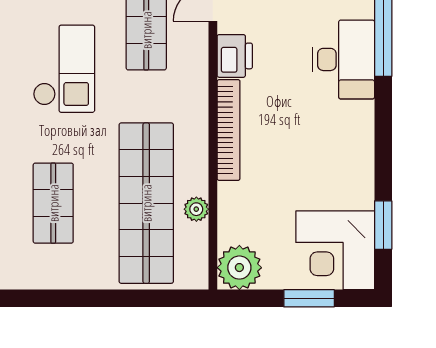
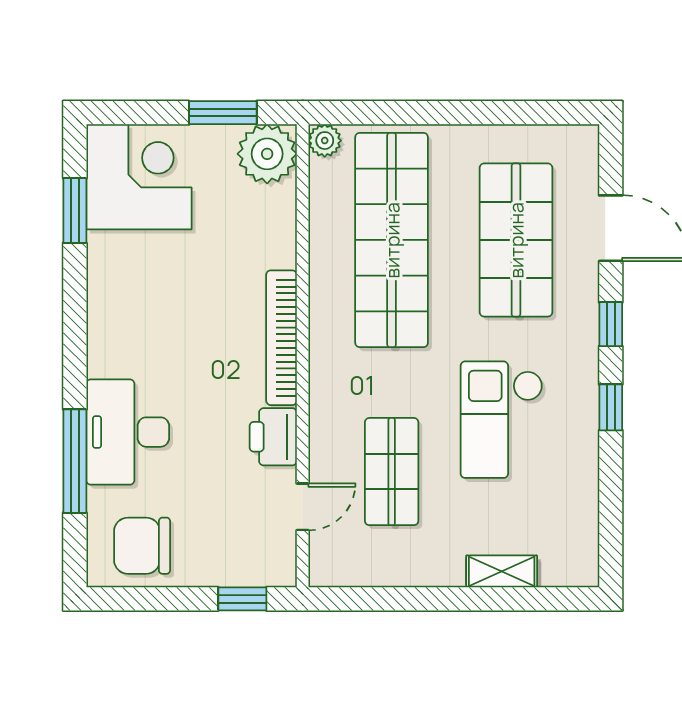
shop shelf: (53, 203) -> (516, 240), width x1.43, depth x1.36
plant: (196, 209) -> (325, 141), moved
window: (309, 298) -> (223, 113), moved

